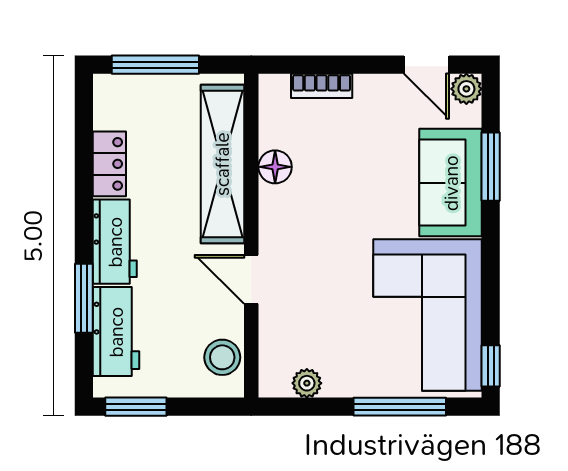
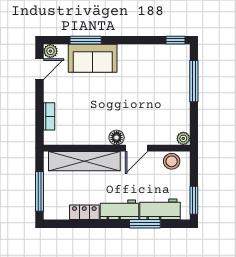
floor lamp: (275, 167) -> (117, 137), moved
corner sofa: (427, 315) -> (153, 69), removed
plant: (307, 383) -> (183, 138), moved

